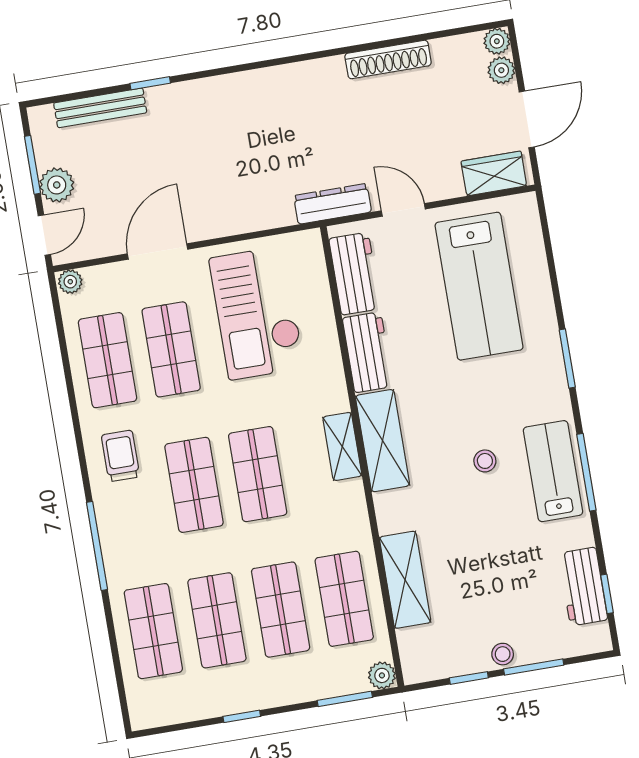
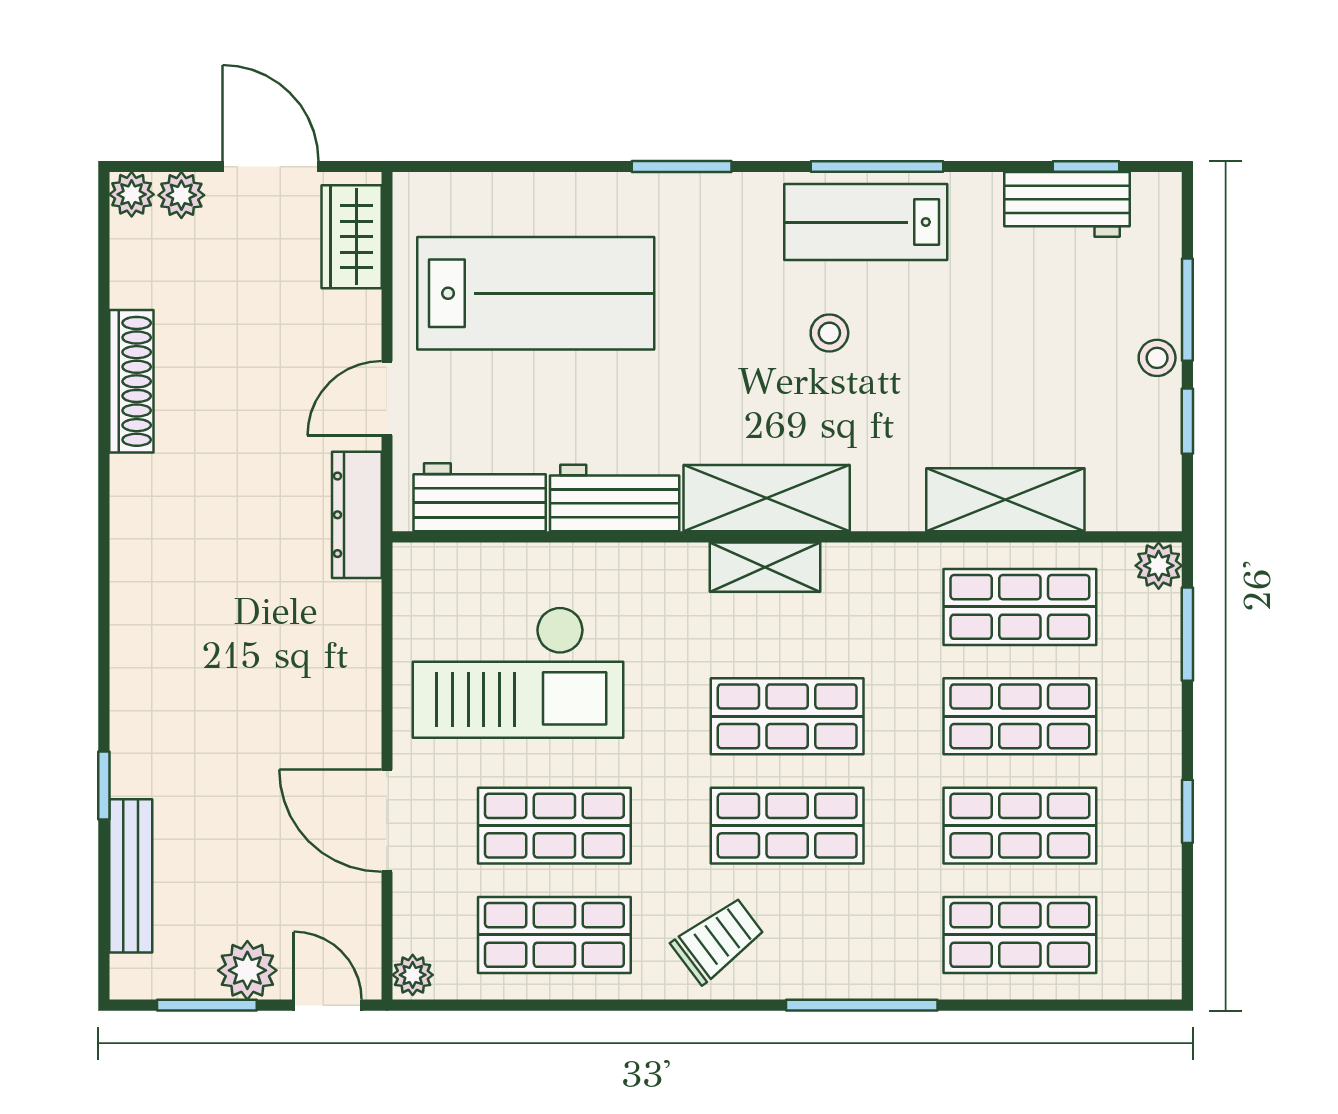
trolley: (121, 456) -> (718, 940), turned 143

